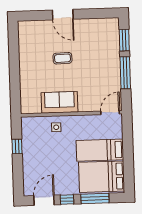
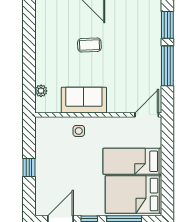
plant: (25, 96) -> (41, 91), added
window: (17, 146) -> (29, 167), moved

